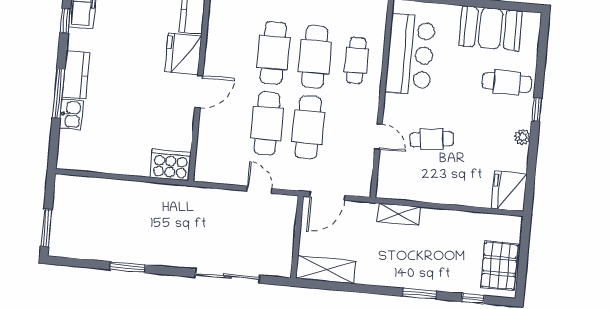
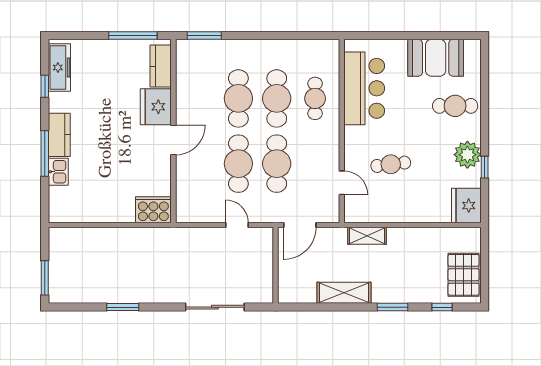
window: (537, 110) -> (485, 167), moved
door: (378, 136) -> (342, 183), moved
plant: (522, 137) -> (467, 155), width x1.88, depth x1.88
shelving: (326, 270) -> (344, 293), moved

